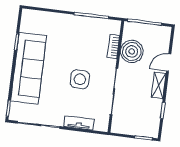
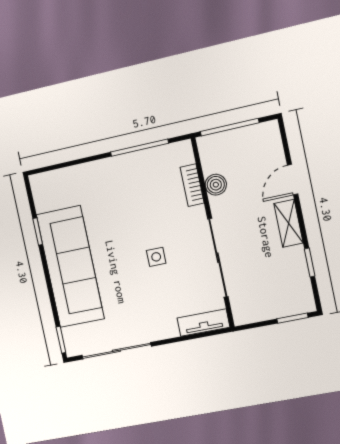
boiler: (132, 51) -> (216, 185), width x0.54, depth x0.54
side table: (80, 79) -> (156, 257), width x0.54, depth x0.54
tv unit: (79, 123) -> (203, 323), moved

